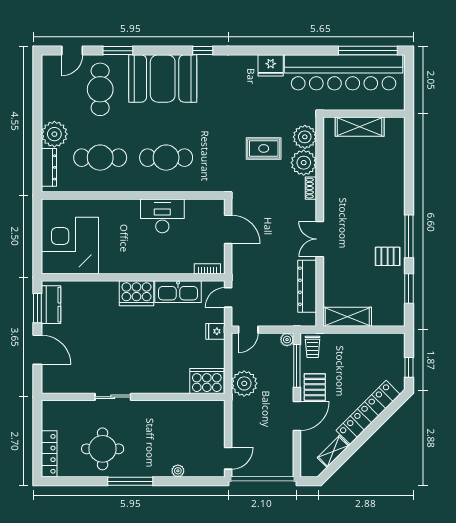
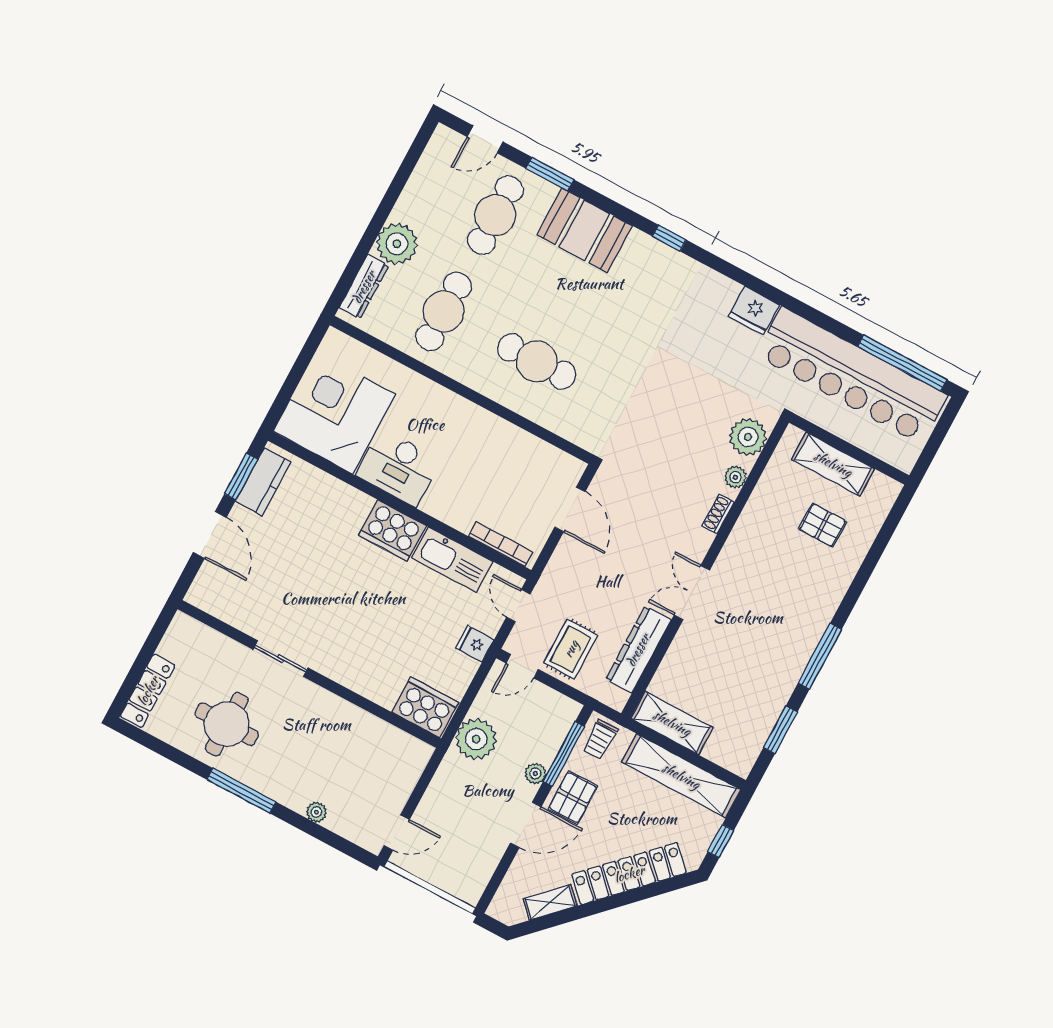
booth: (163, 78) -> (584, 230), width x0.73, depth x0.70
rug: (264, 148) -> (571, 649), moved, turned 90
cafe table: (100, 158) -> (444, 311), turned 90
plant: (304, 163) -> (735, 477), width x0.53, depth x0.53
desk: (162, 216) -> (398, 468), moved, turned 180
pallet: (388, 256) -> (823, 525), moved
bookcase: (207, 269) -> (501, 544), width x1.56
door: (228, 297) -> (518, 606), hinge flipped
plant: (287, 340) -> (535, 773), moved
shelving: (368, 343) -> (681, 776), added

